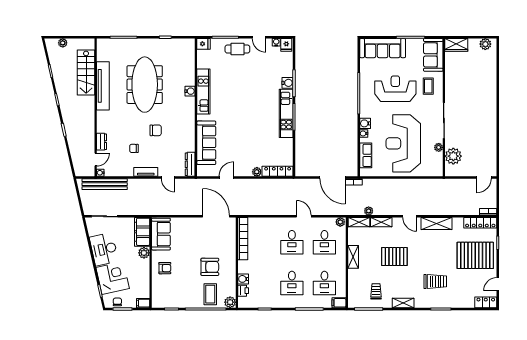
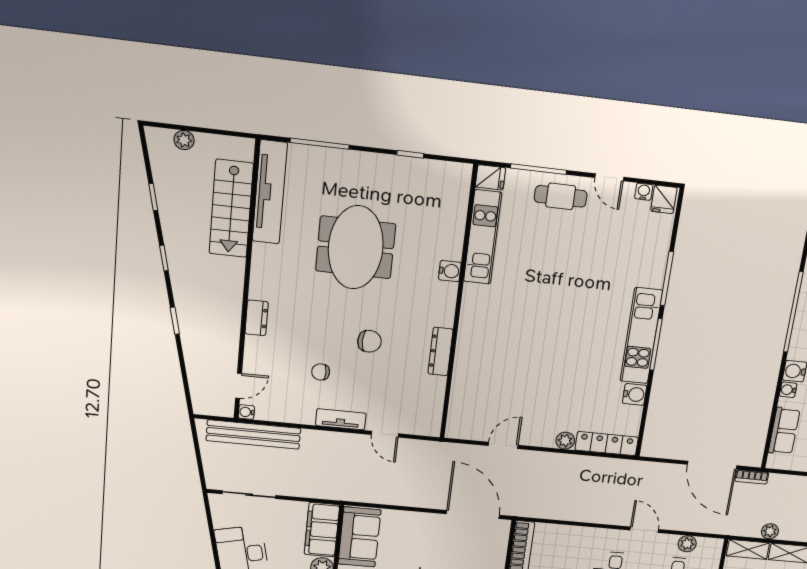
water cooler: (288, 83) -> (635, 394), moved
meeting table: (145, 85) -> (356, 247), width x0.73
tv unit: (103, 86) -> (270, 192), moved
kitchen unit: (203, 92) -> (483, 237), moved
dresser: (102, 142) -> (257, 318), moved
sofa: (206, 143) -> (471, 376), removed
dresser: (190, 164) -> (440, 351), moved
plant: (340, 222) -> (687, 544), moved

